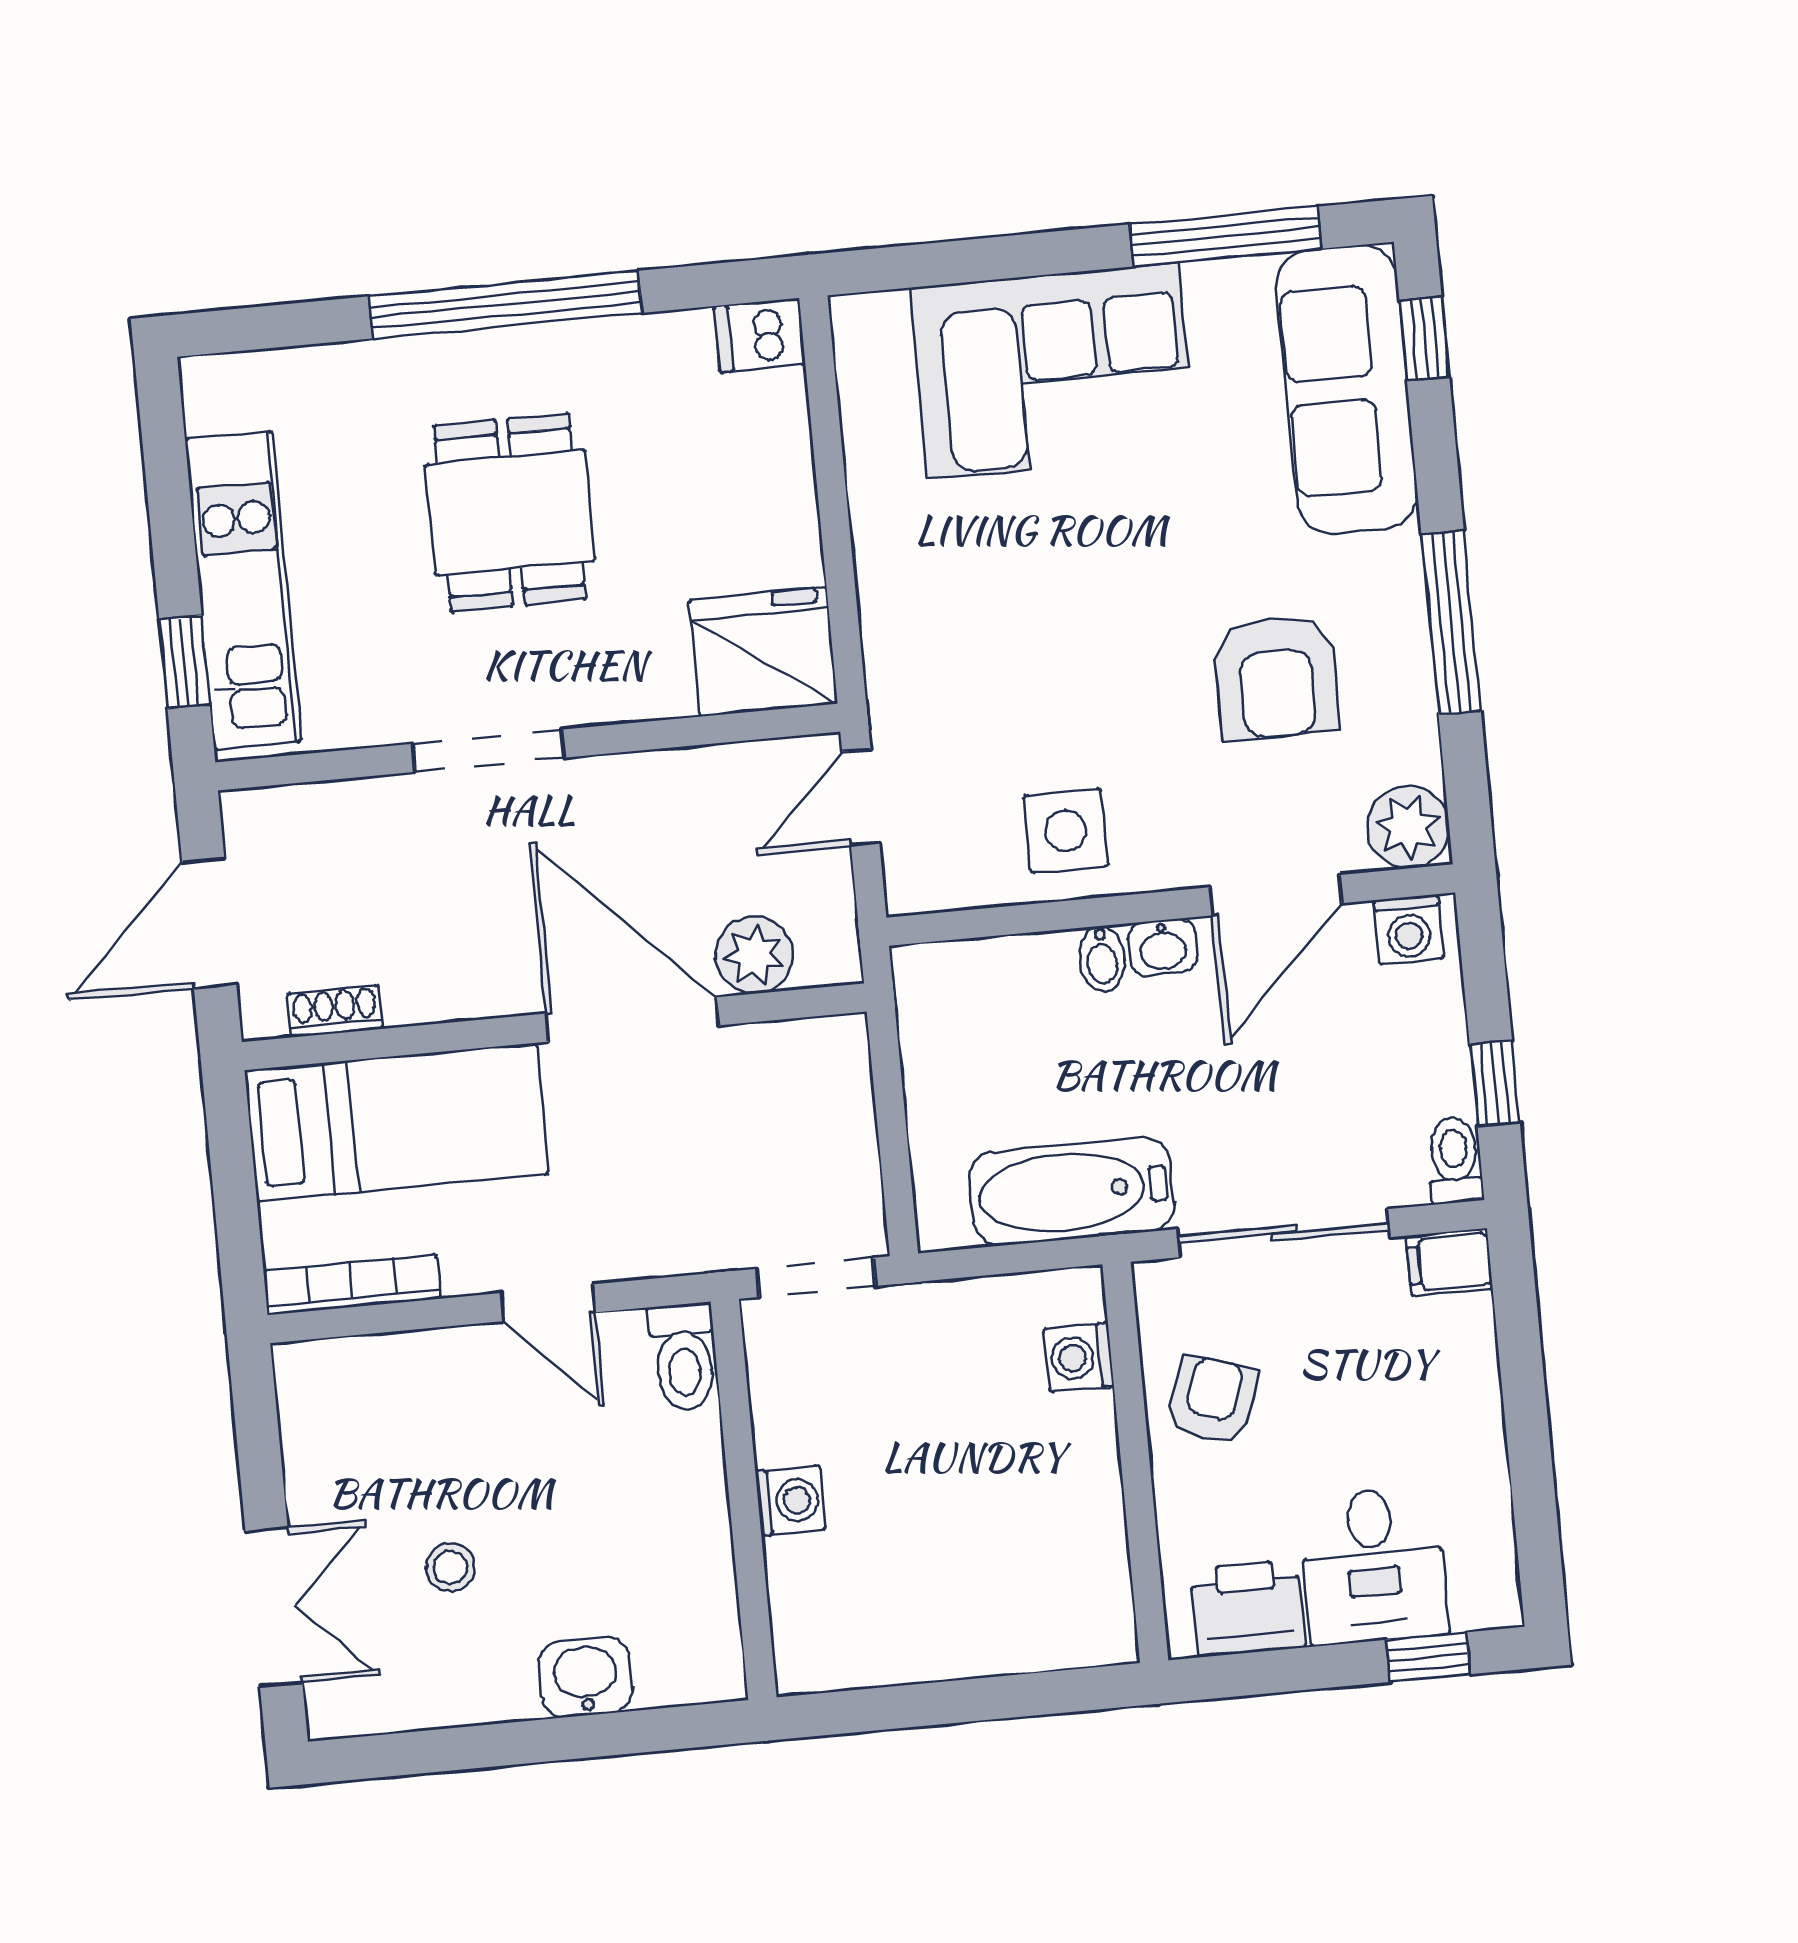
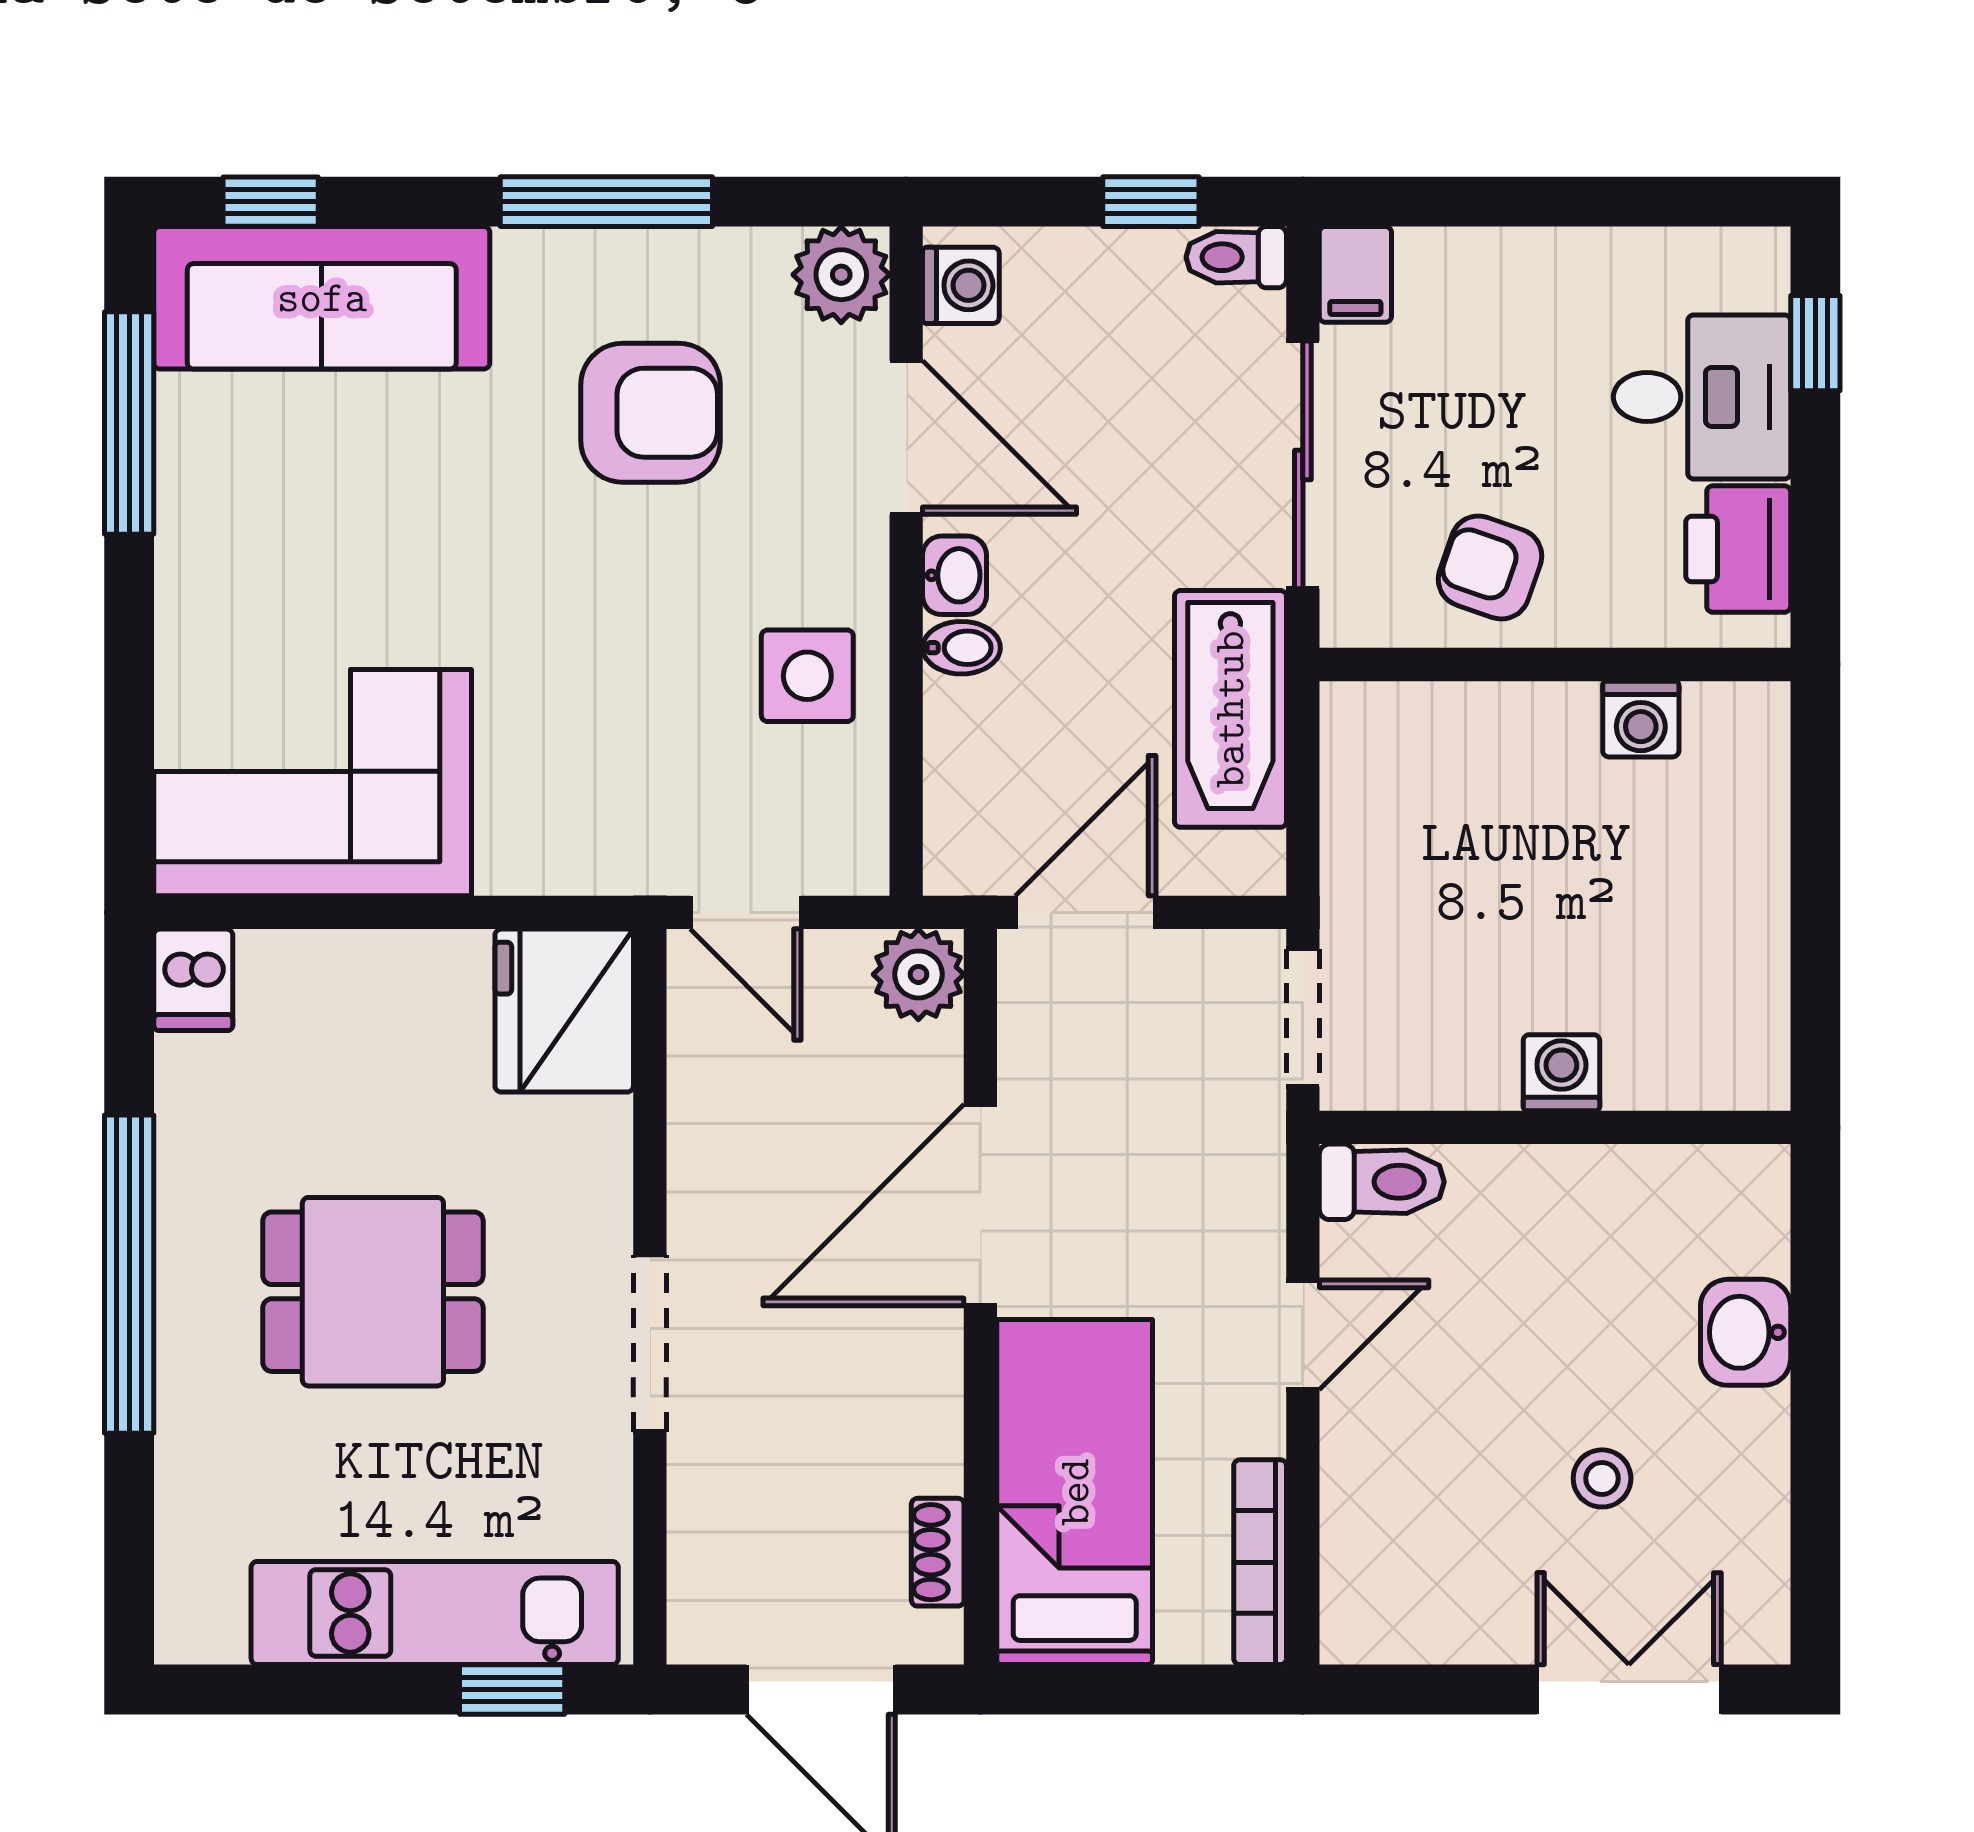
corner sofa: (1053, 371) -> (313, 783), moved, turned -90
plant: (754, 955) -> (918, 974), moved
door: (888, 1085) -> (1086, 912), added
washing machine: (1079, 1357) -> (1641, 719), moved

